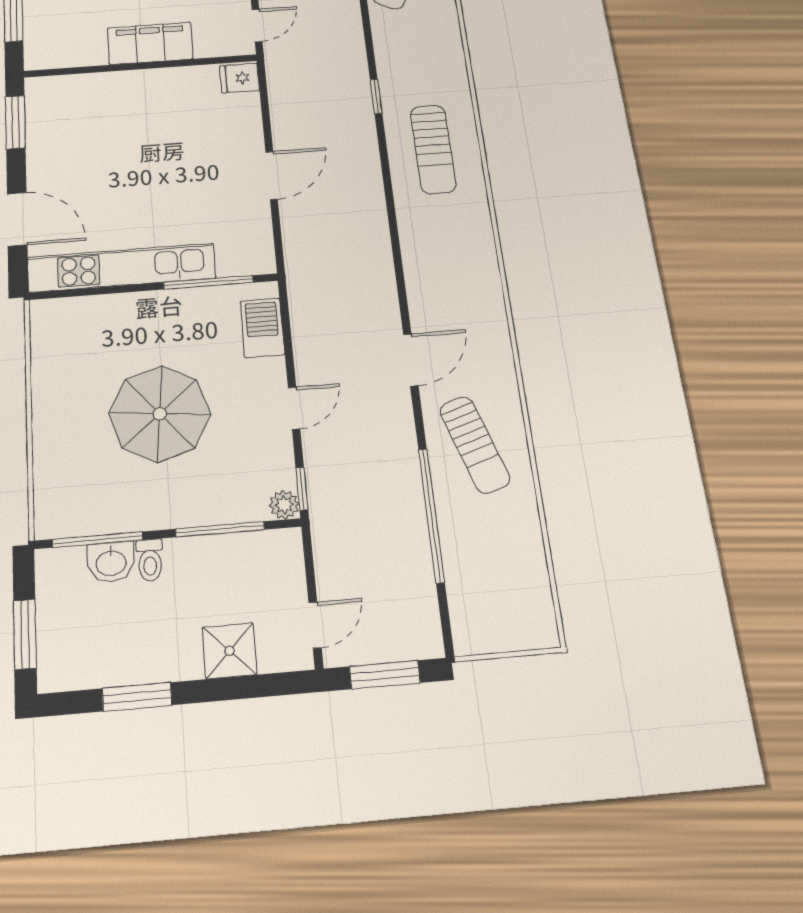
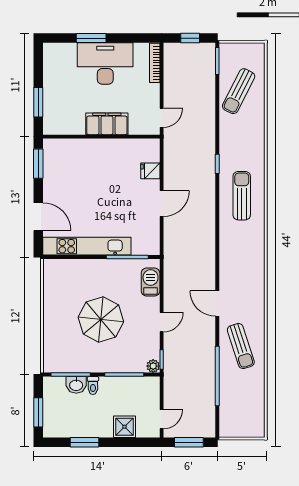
fridge: (239, 78) -> (150, 171), moved
sun lounger: (433, 149) -> (242, 196), turned 180
door: (411, 360) -> (217, 304), swing flipped

